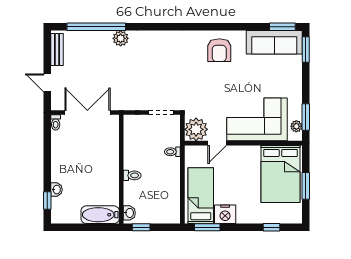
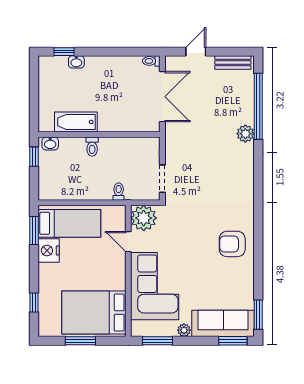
sofa: (274, 42) -> (223, 323), moved, turned 90
plant: (296, 126) -> (184, 330), moved
bathtub: (100, 215) -> (76, 122), moved, turned -90

